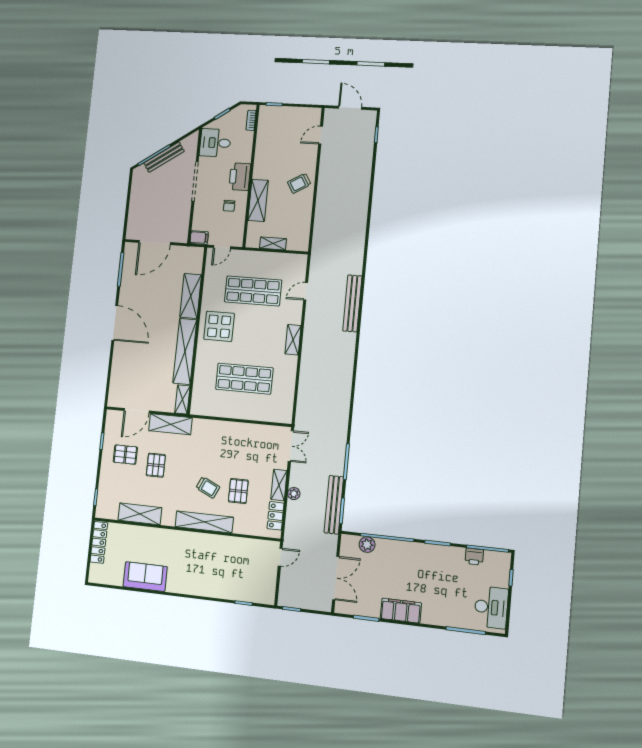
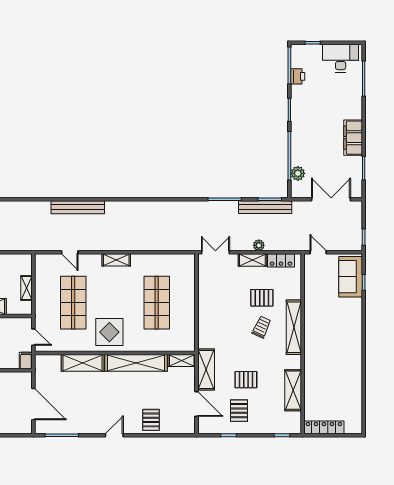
door: (115, 323) -> (114, 435), width x0.53
pallet: (126, 362) -> (151, 420), added
sofa: (145, 577) -> (351, 277), moved

